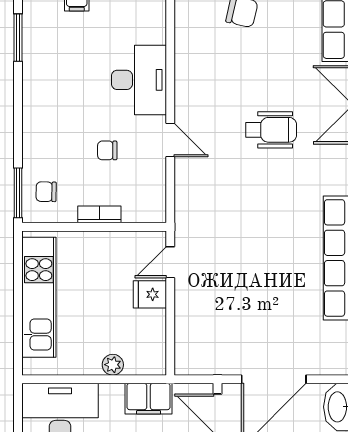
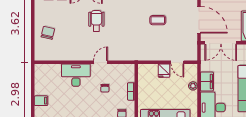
door: (170, 262) -> (177, 62), moved
coffee table: (273, 279) -> (158, 20), added
filing cabinet: (149, 399) -> (207, 82), moved

